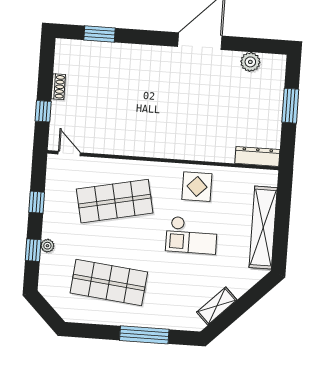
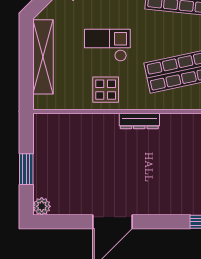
plant: (250, 62) -> (42, 206), moved
dresser: (257, 156) -> (139, 121), moved

